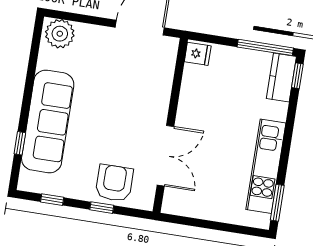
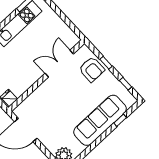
armchair: (114, 183) -> (92, 69), turned -90

